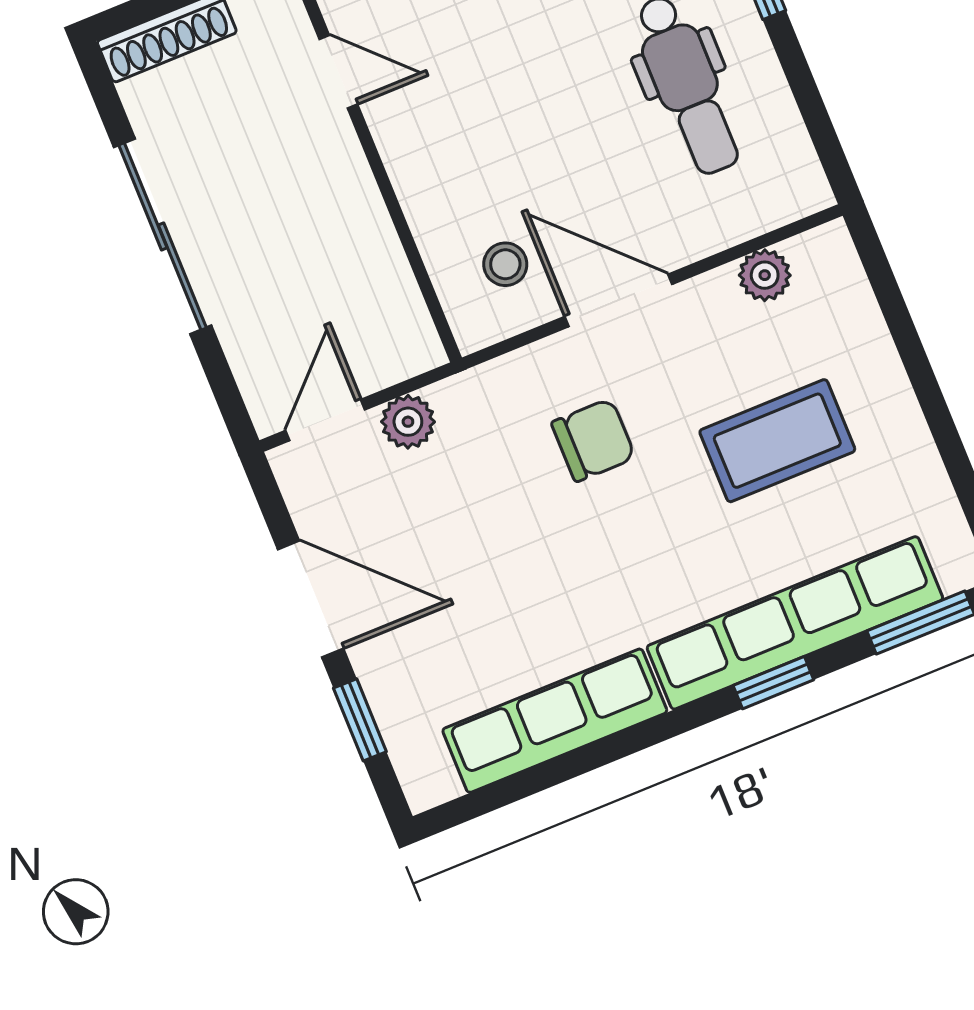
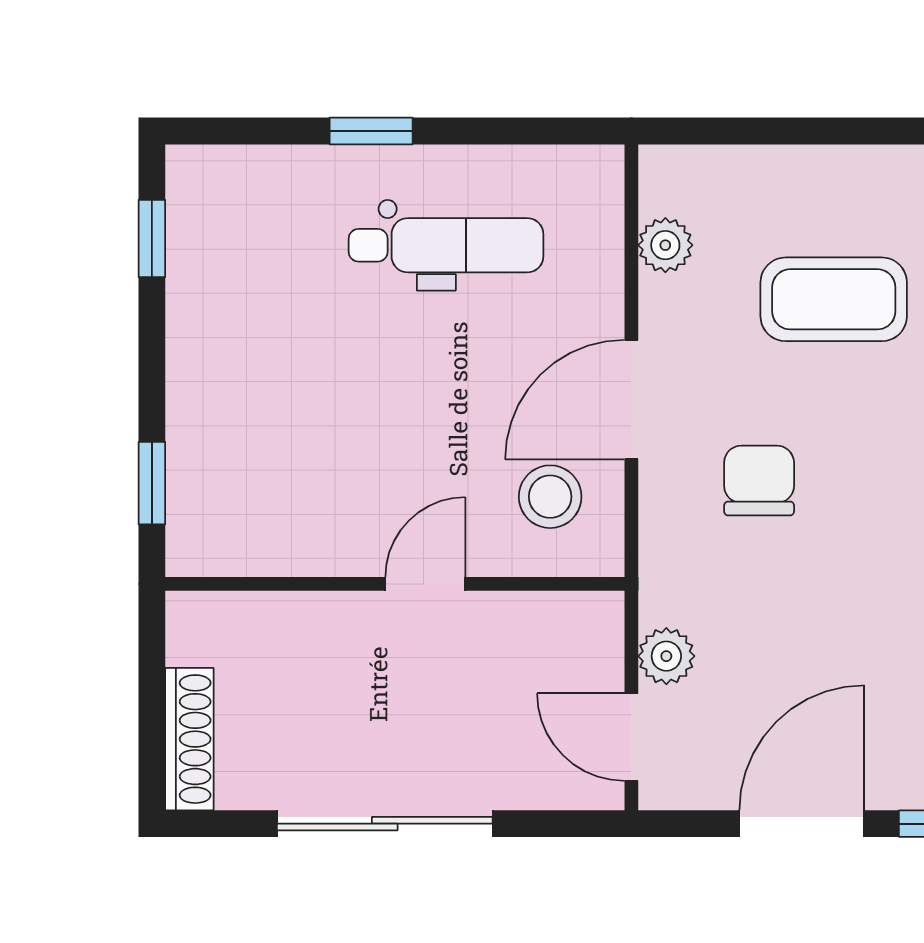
door: (338, 72) -> (425, 584), moved
stool: (505, 264) -> (550, 497), width x1.37, depth x1.37
coffee table: (777, 441) -> (834, 299), turned 90

